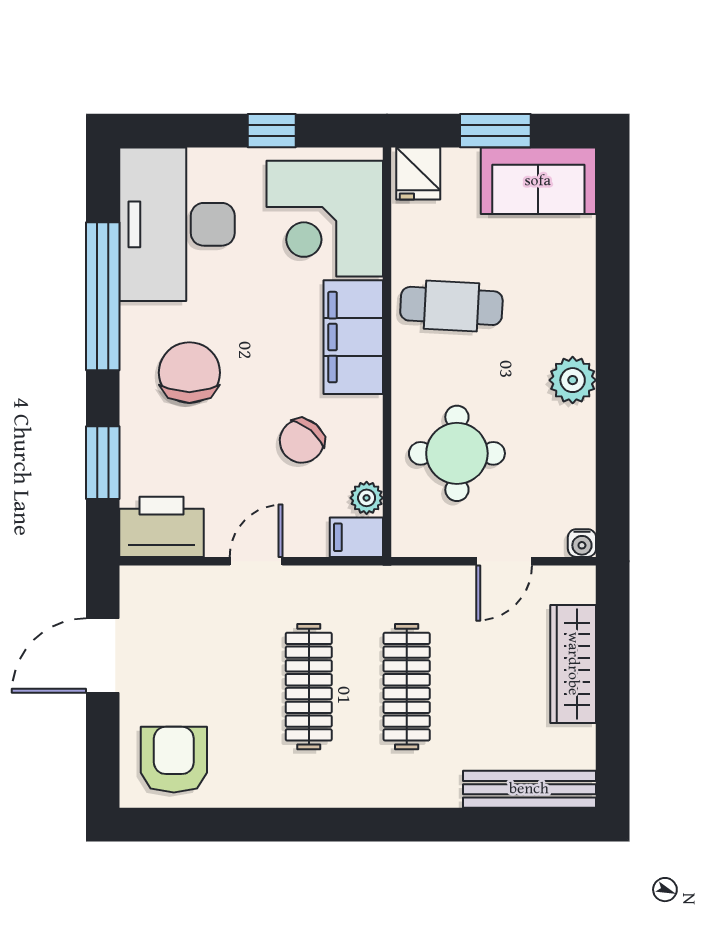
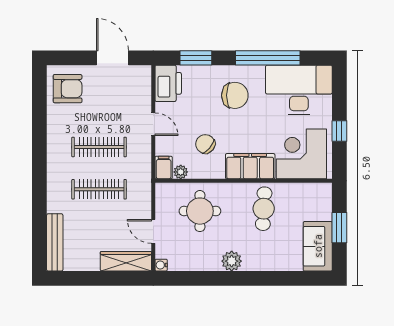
fridge: (418, 173) -> (321, 194), removed
wardrobe: (573, 664) -> (126, 261), moved

